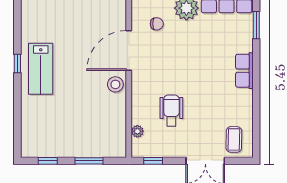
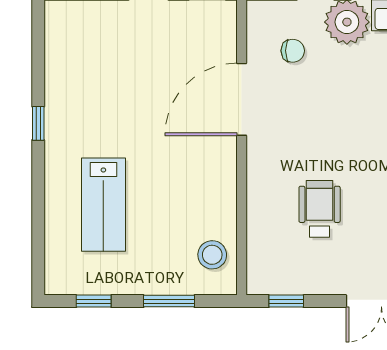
lab bench: (41, 69) -> (103, 205), moved
stool: (115, 84) -> (212, 255), moved
plant: (137, 131) -> (257, 247), removed

